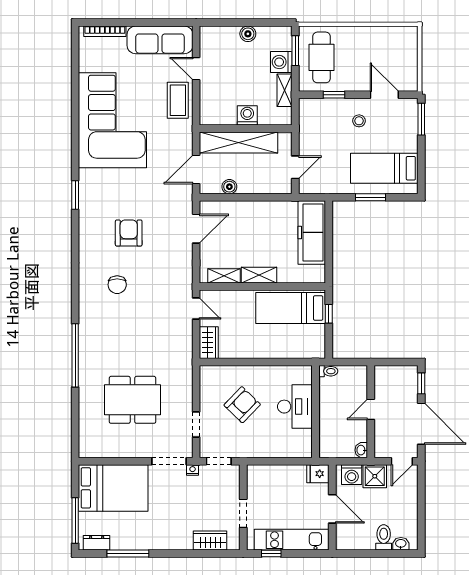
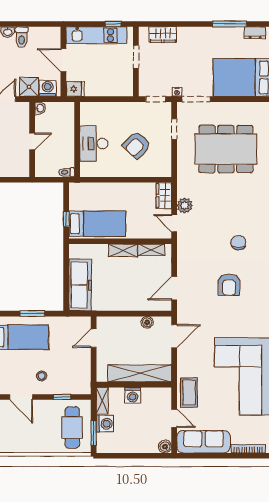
boiler: (248, 34) -> (165, 447), moved
washing machine: (247, 115) -> (133, 395), moved
wall: (246, 128) -> (134, 385), moved
shelving: (238, 142) -> (140, 373), moved
plant: (183, 330) -> (185, 205), added
dining table: (132, 400) -> (226, 149), width x1.36, depth x1.24

